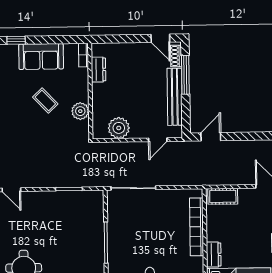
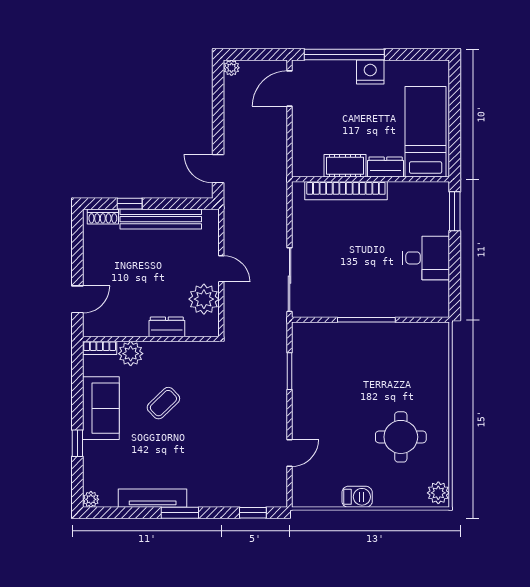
door: (160, 38) -> (77, 299), moved
dresser: (98, 70) -> (167, 327), moved
window: (185, 75) -> (130, 204), width x0.46
plant: (80, 111) -> (131, 354), moved
door: (158, 140) -> (221, 269), moved
cot: (223, 196) -> (345, 166), moved, turned 90

